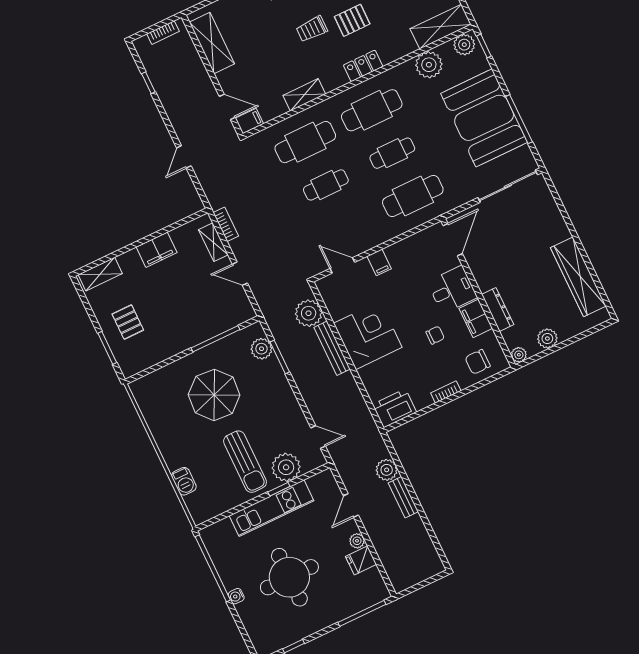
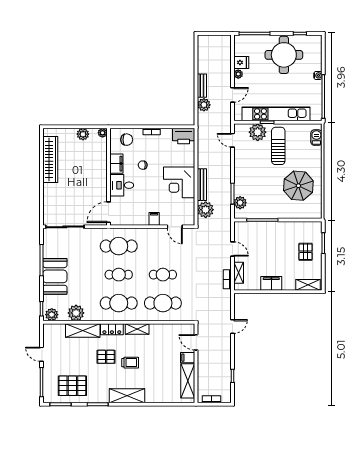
shelving: (441, 27) -> (83, 331), moved
shelving: (304, 95) -> (137, 329), moved
booth: (484, 118) -> (55, 276), width x0.73, depth x0.70
filing cabinet: (249, 121) -> (188, 358), moved
dresser: (498, 309) -> (102, 163), removed
parasol: (214, 395) -> (298, 186), moved
barbecue: (184, 481) -> (316, 138), moved
kitchen unit: (271, 508) -> (276, 114), width x1.36
round table: (289, 577) -> (284, 55), moved

